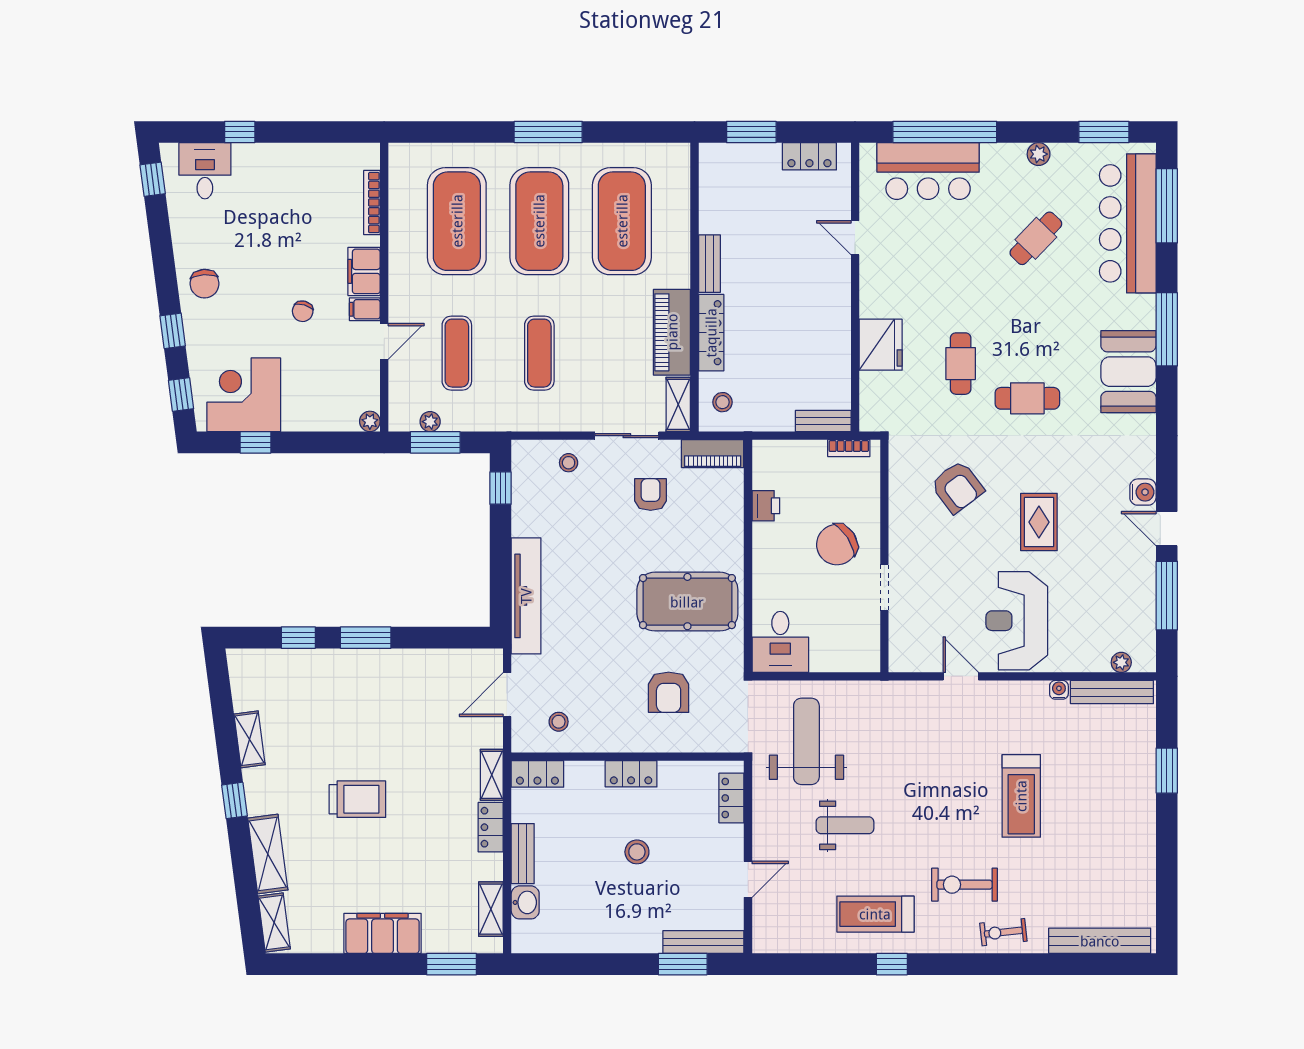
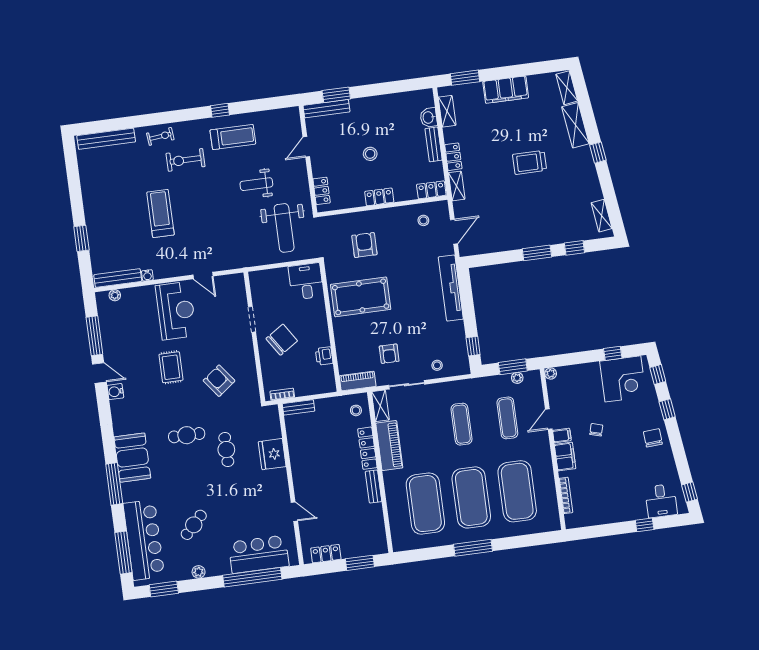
shelving: (250, 739) -> (602, 216), moved
exercise bike: (964, 885) -> (185, 160), turned 180

